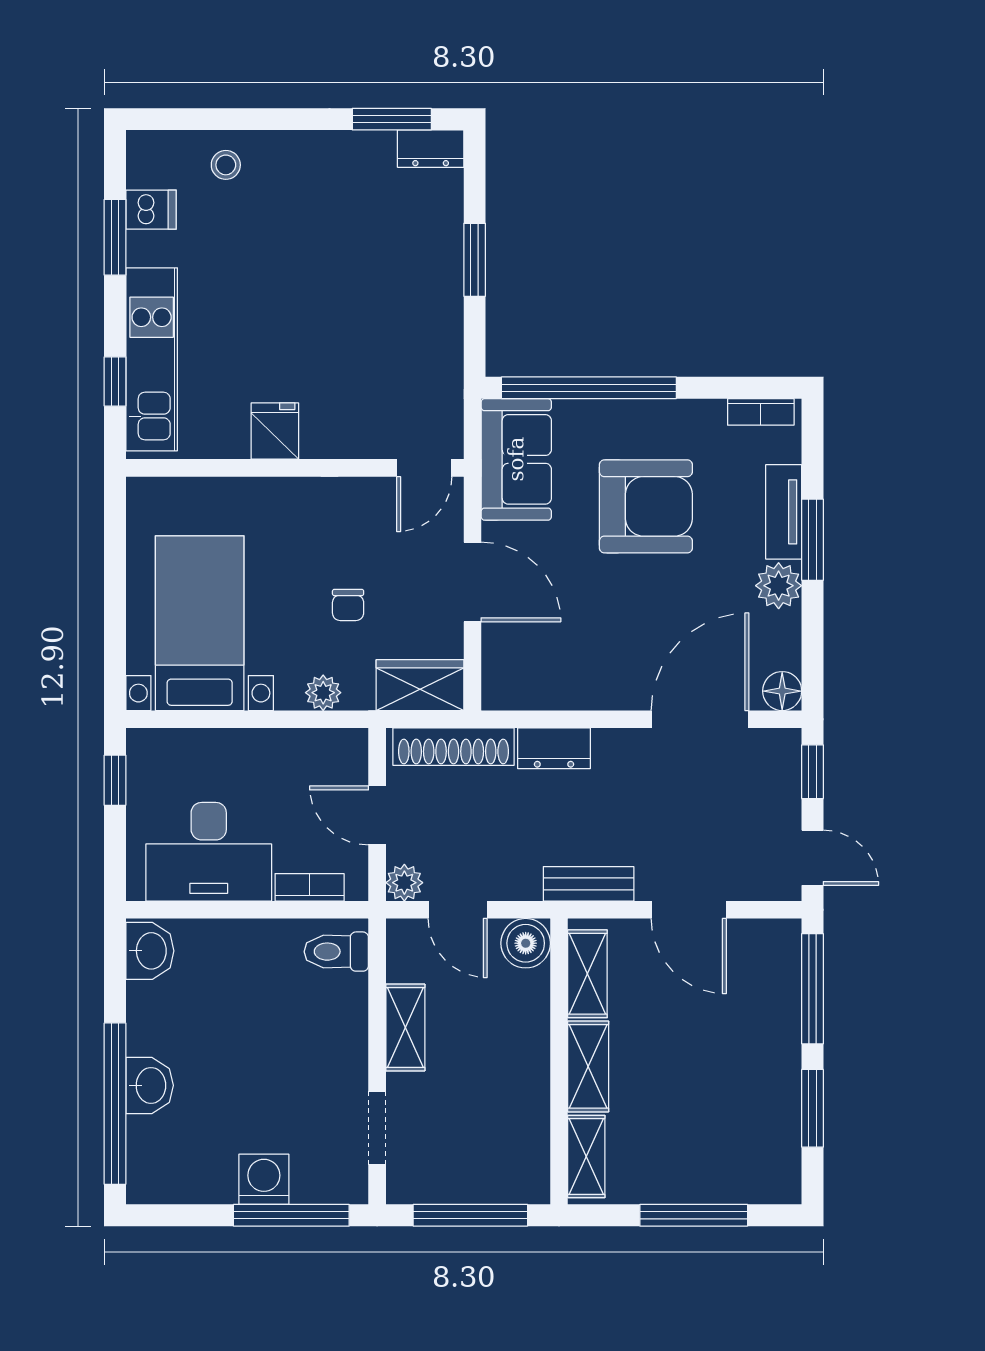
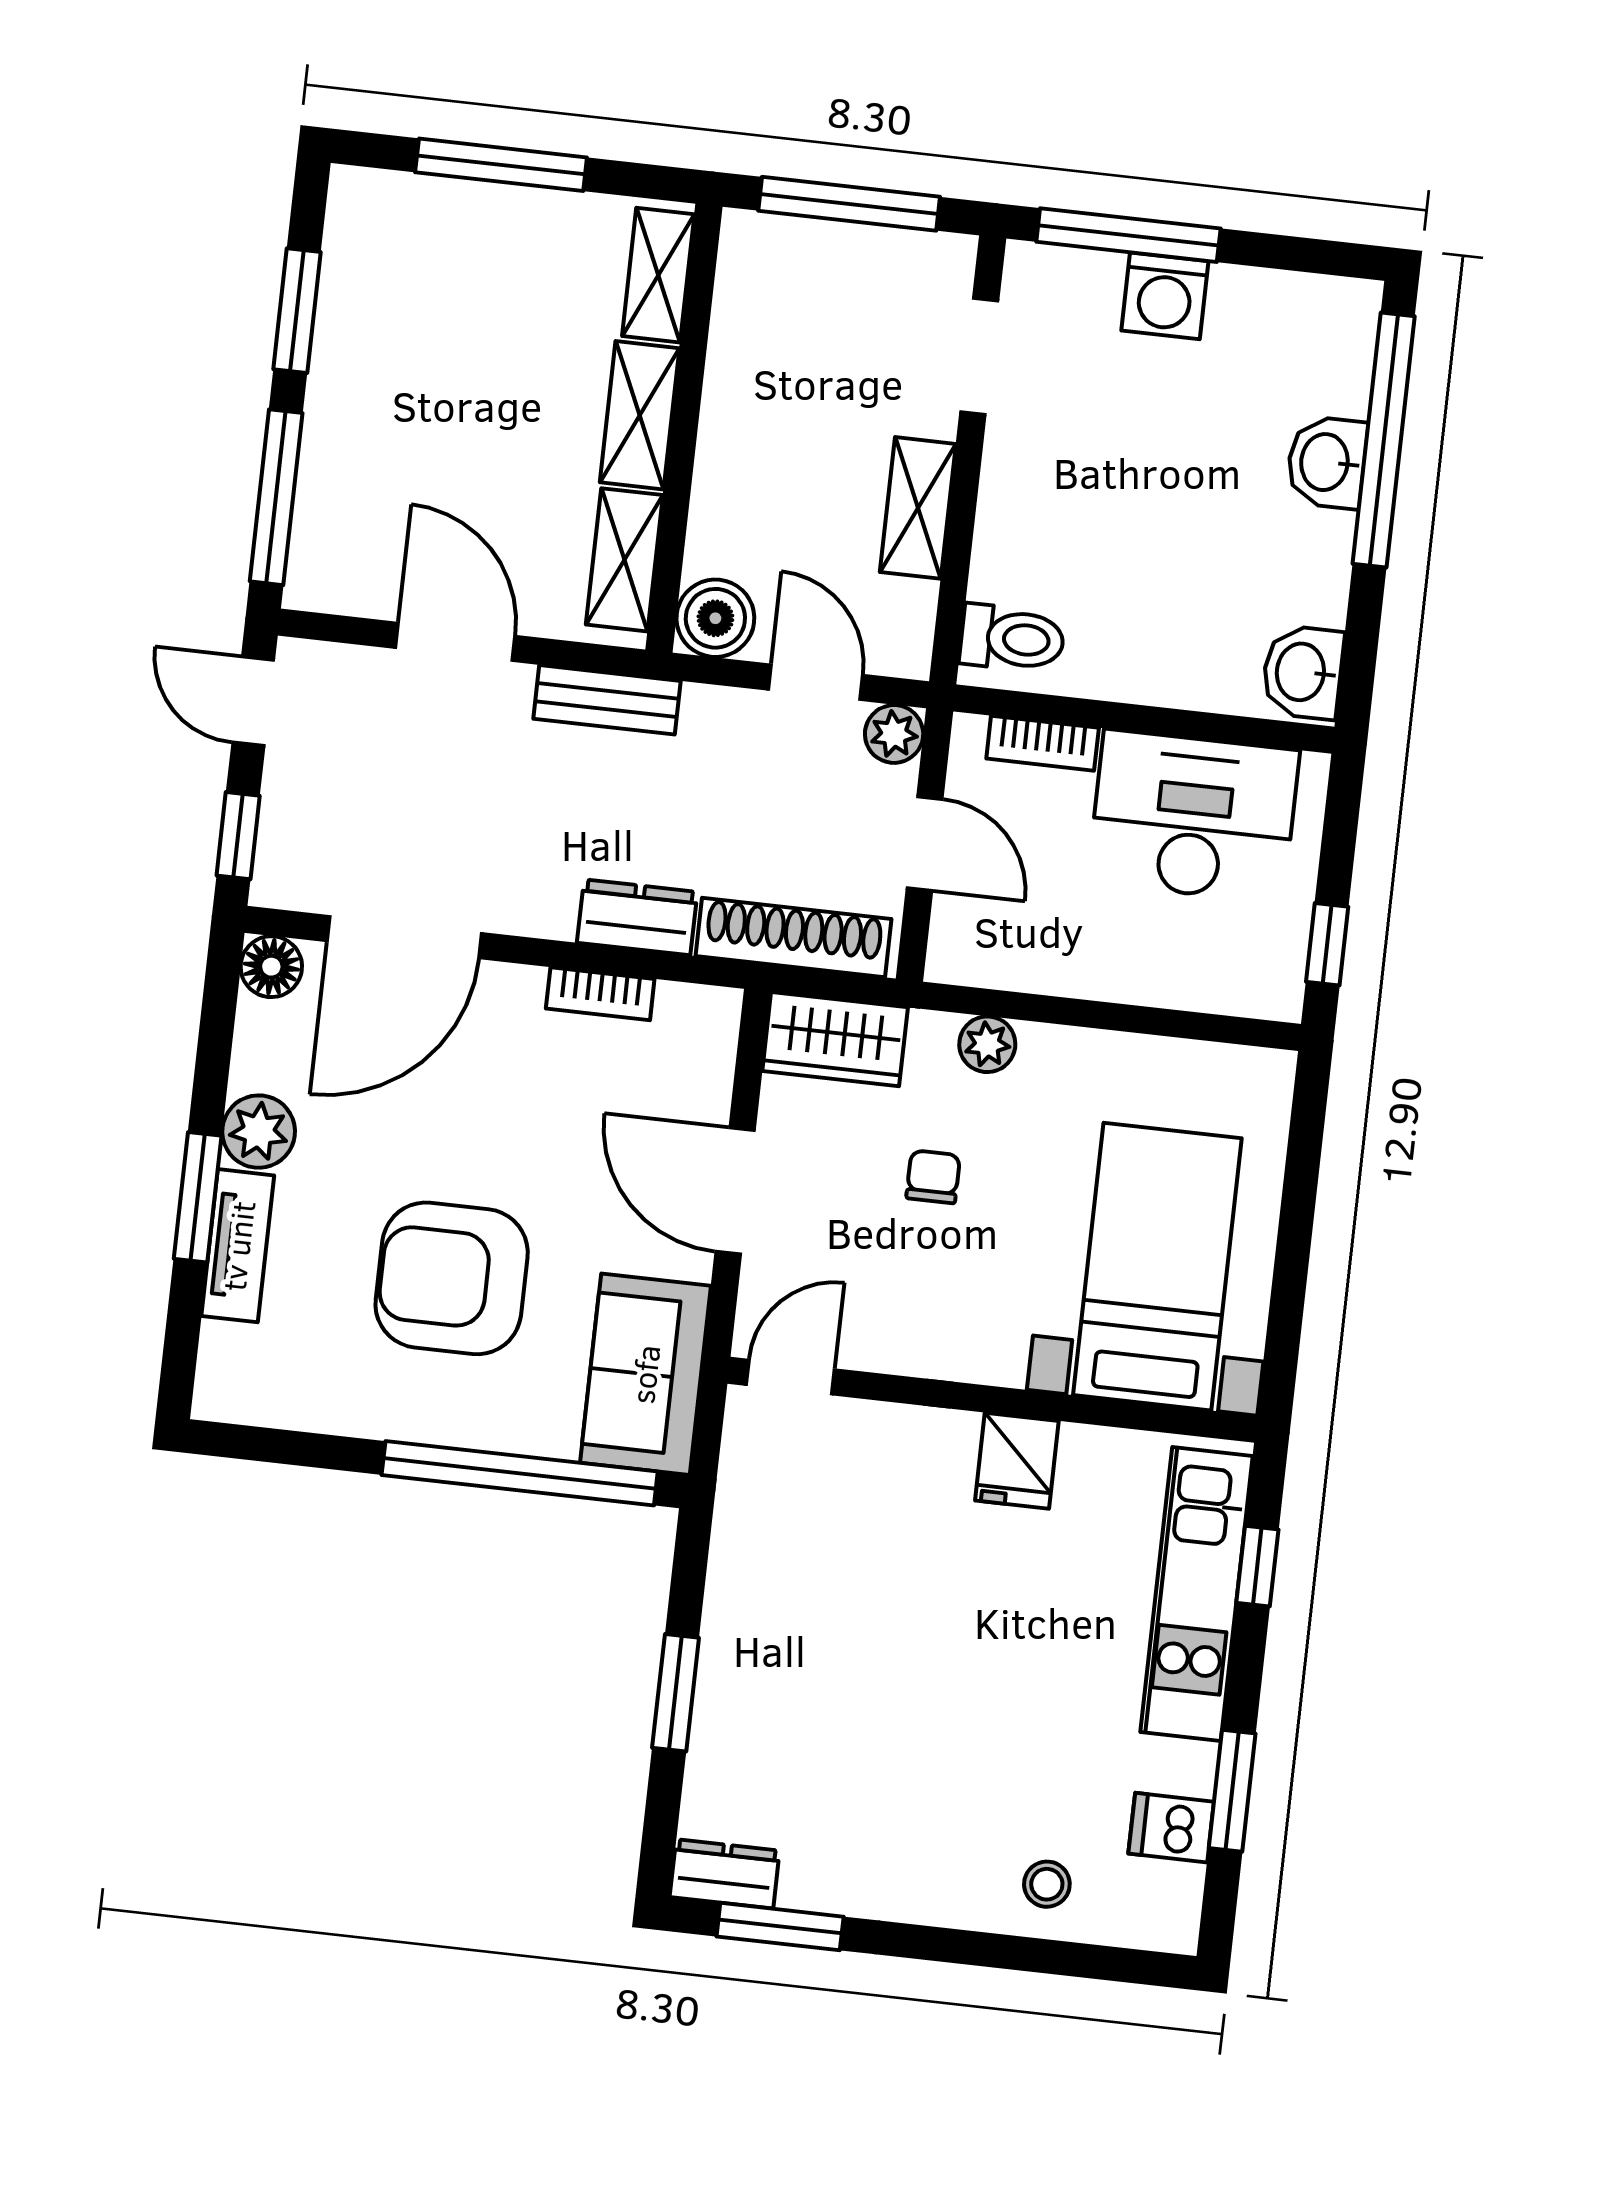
bookcase: (761, 412) -> (600, 994), moved, turned 180
bed with nightstands: (200, 623) -> (1157, 1267), moved, turned 180

